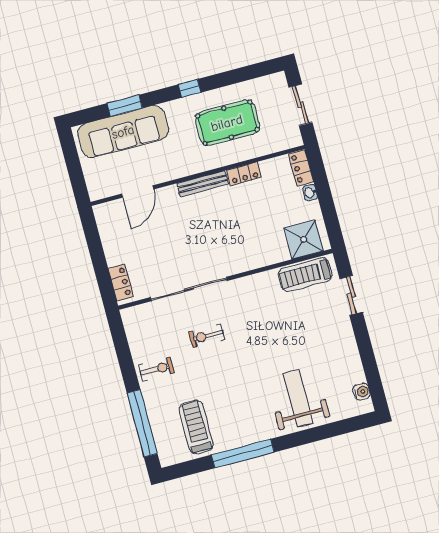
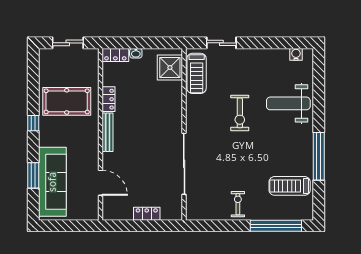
pool table: (227, 123) -> (67, 101), turned 90
locker: (121, 282) -> (147, 214), moved
exercise bike: (207, 336) -> (240, 113), moved, width x1.38, depth x1.39

